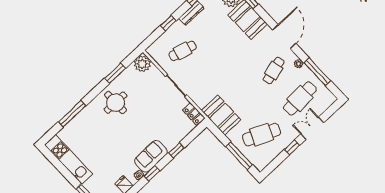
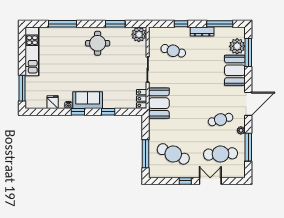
booth: (221, 115) -> (159, 103), moved

